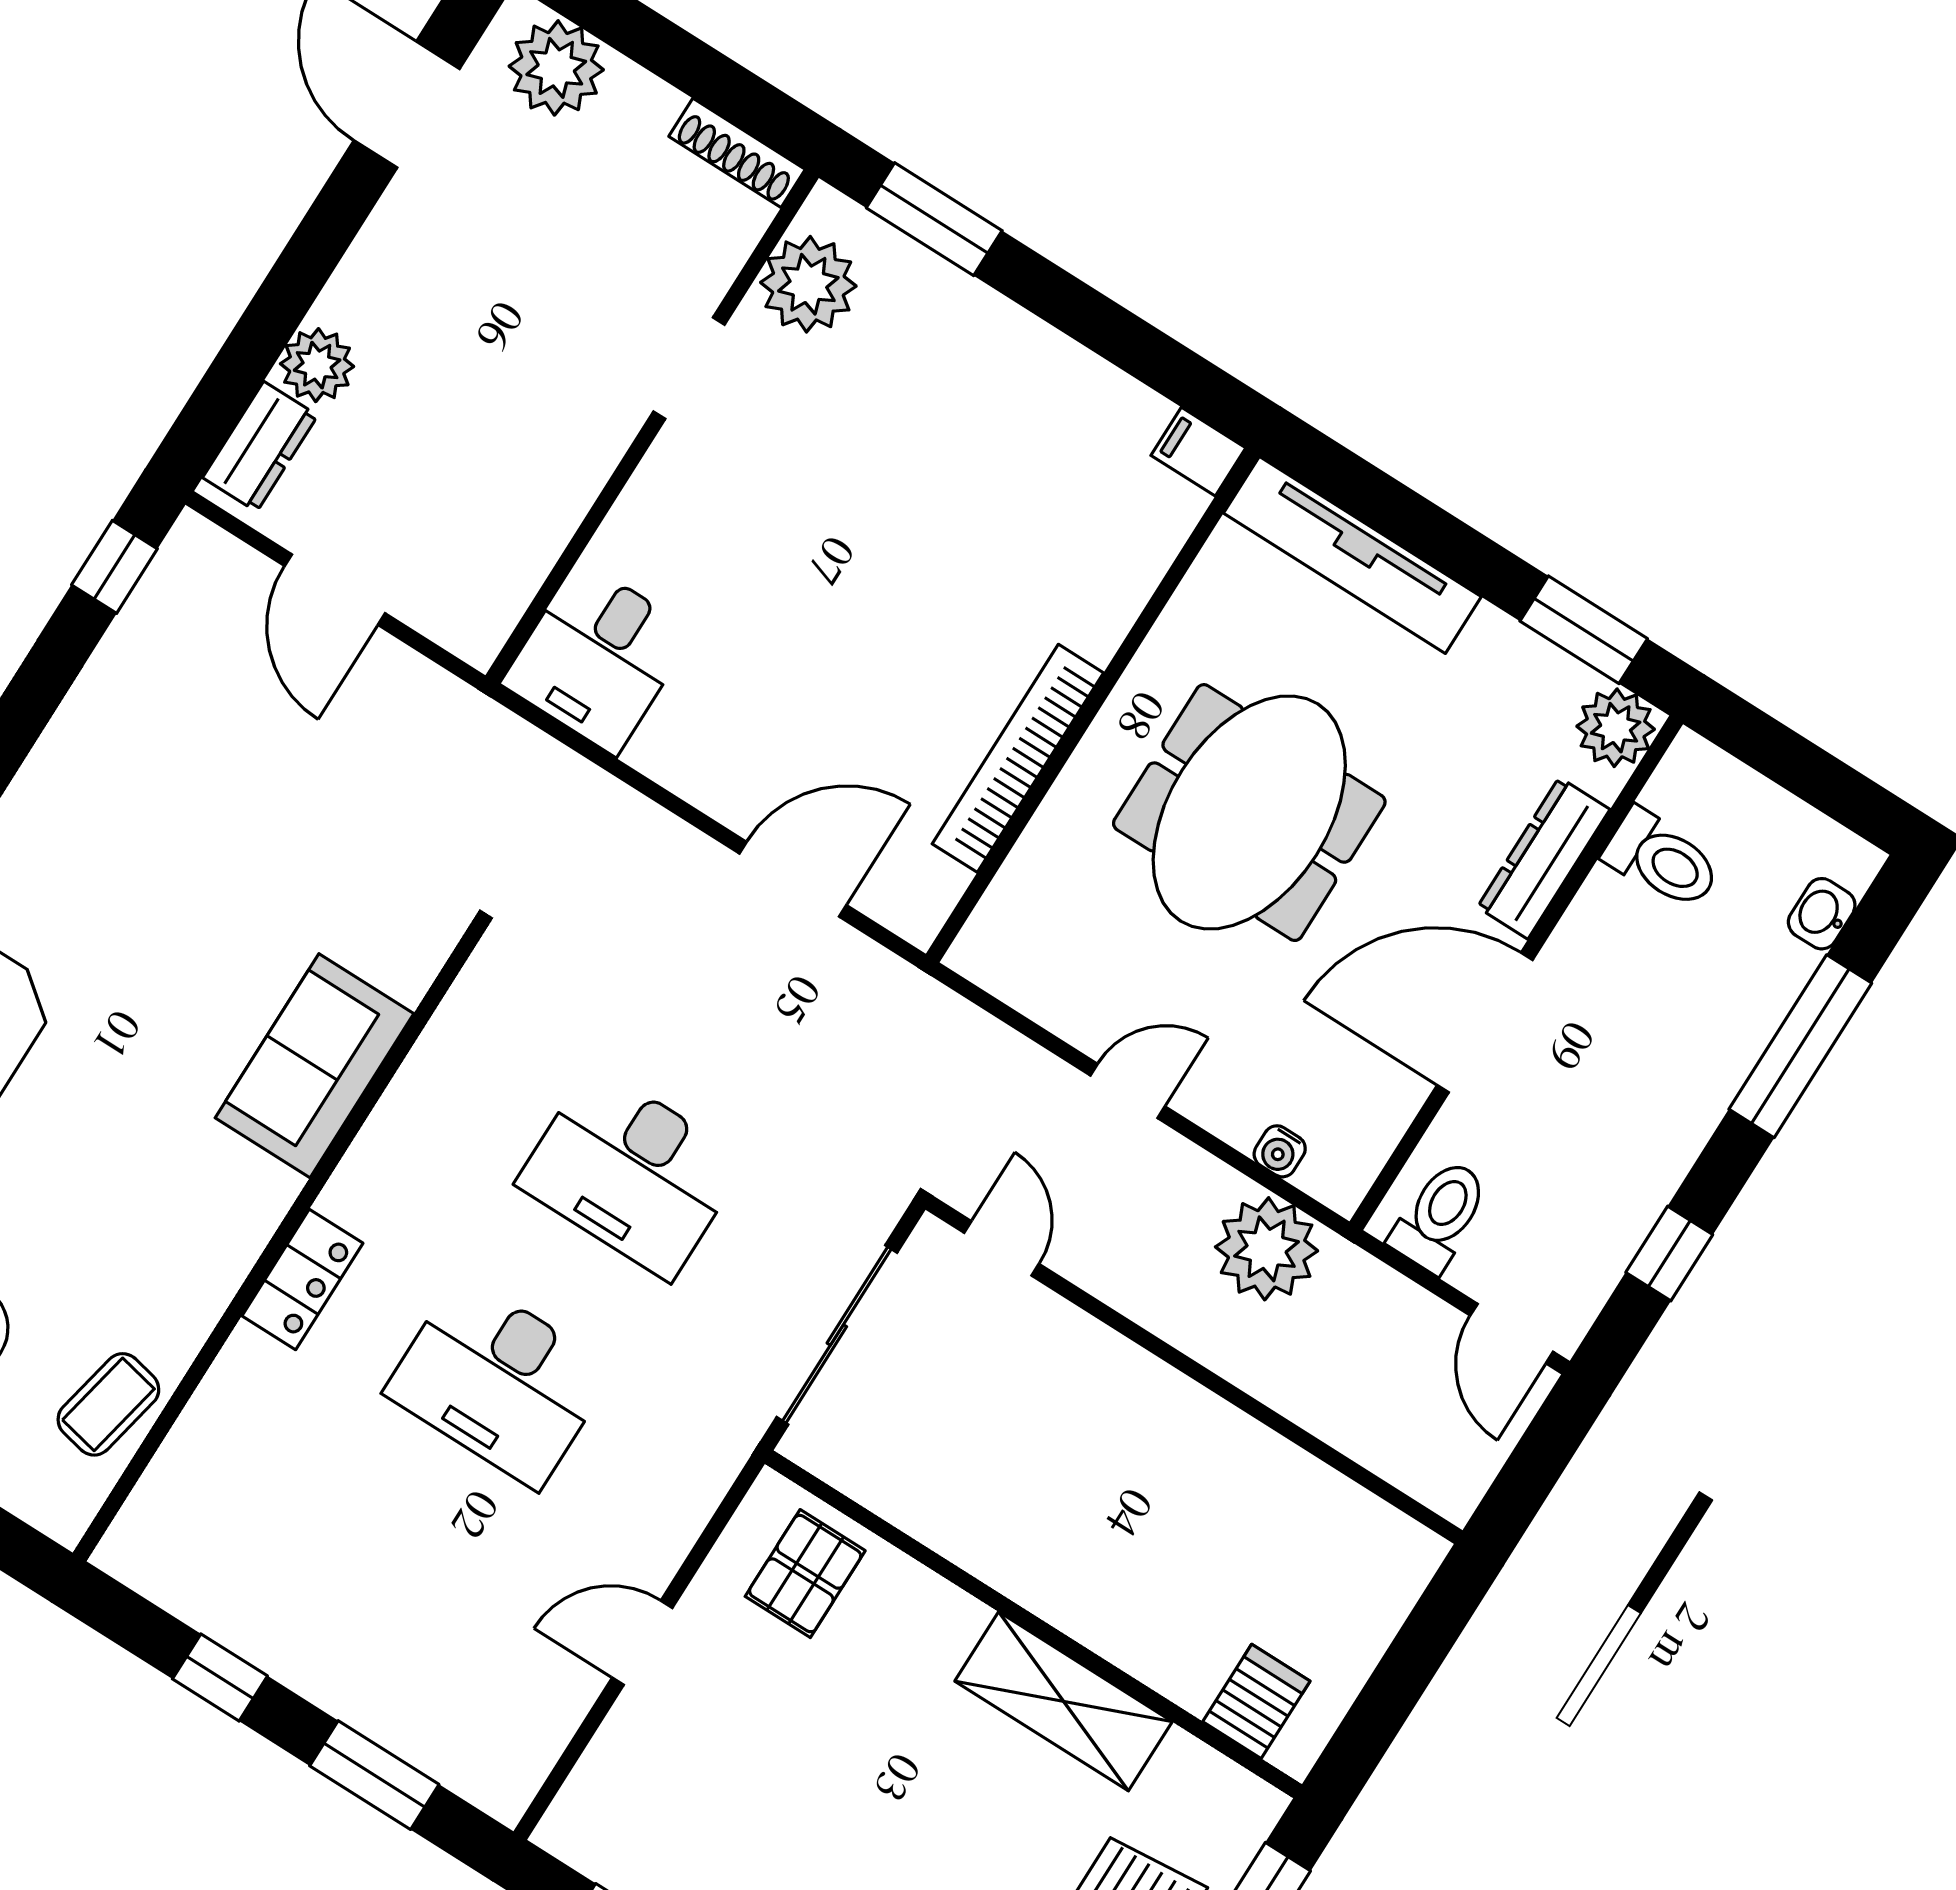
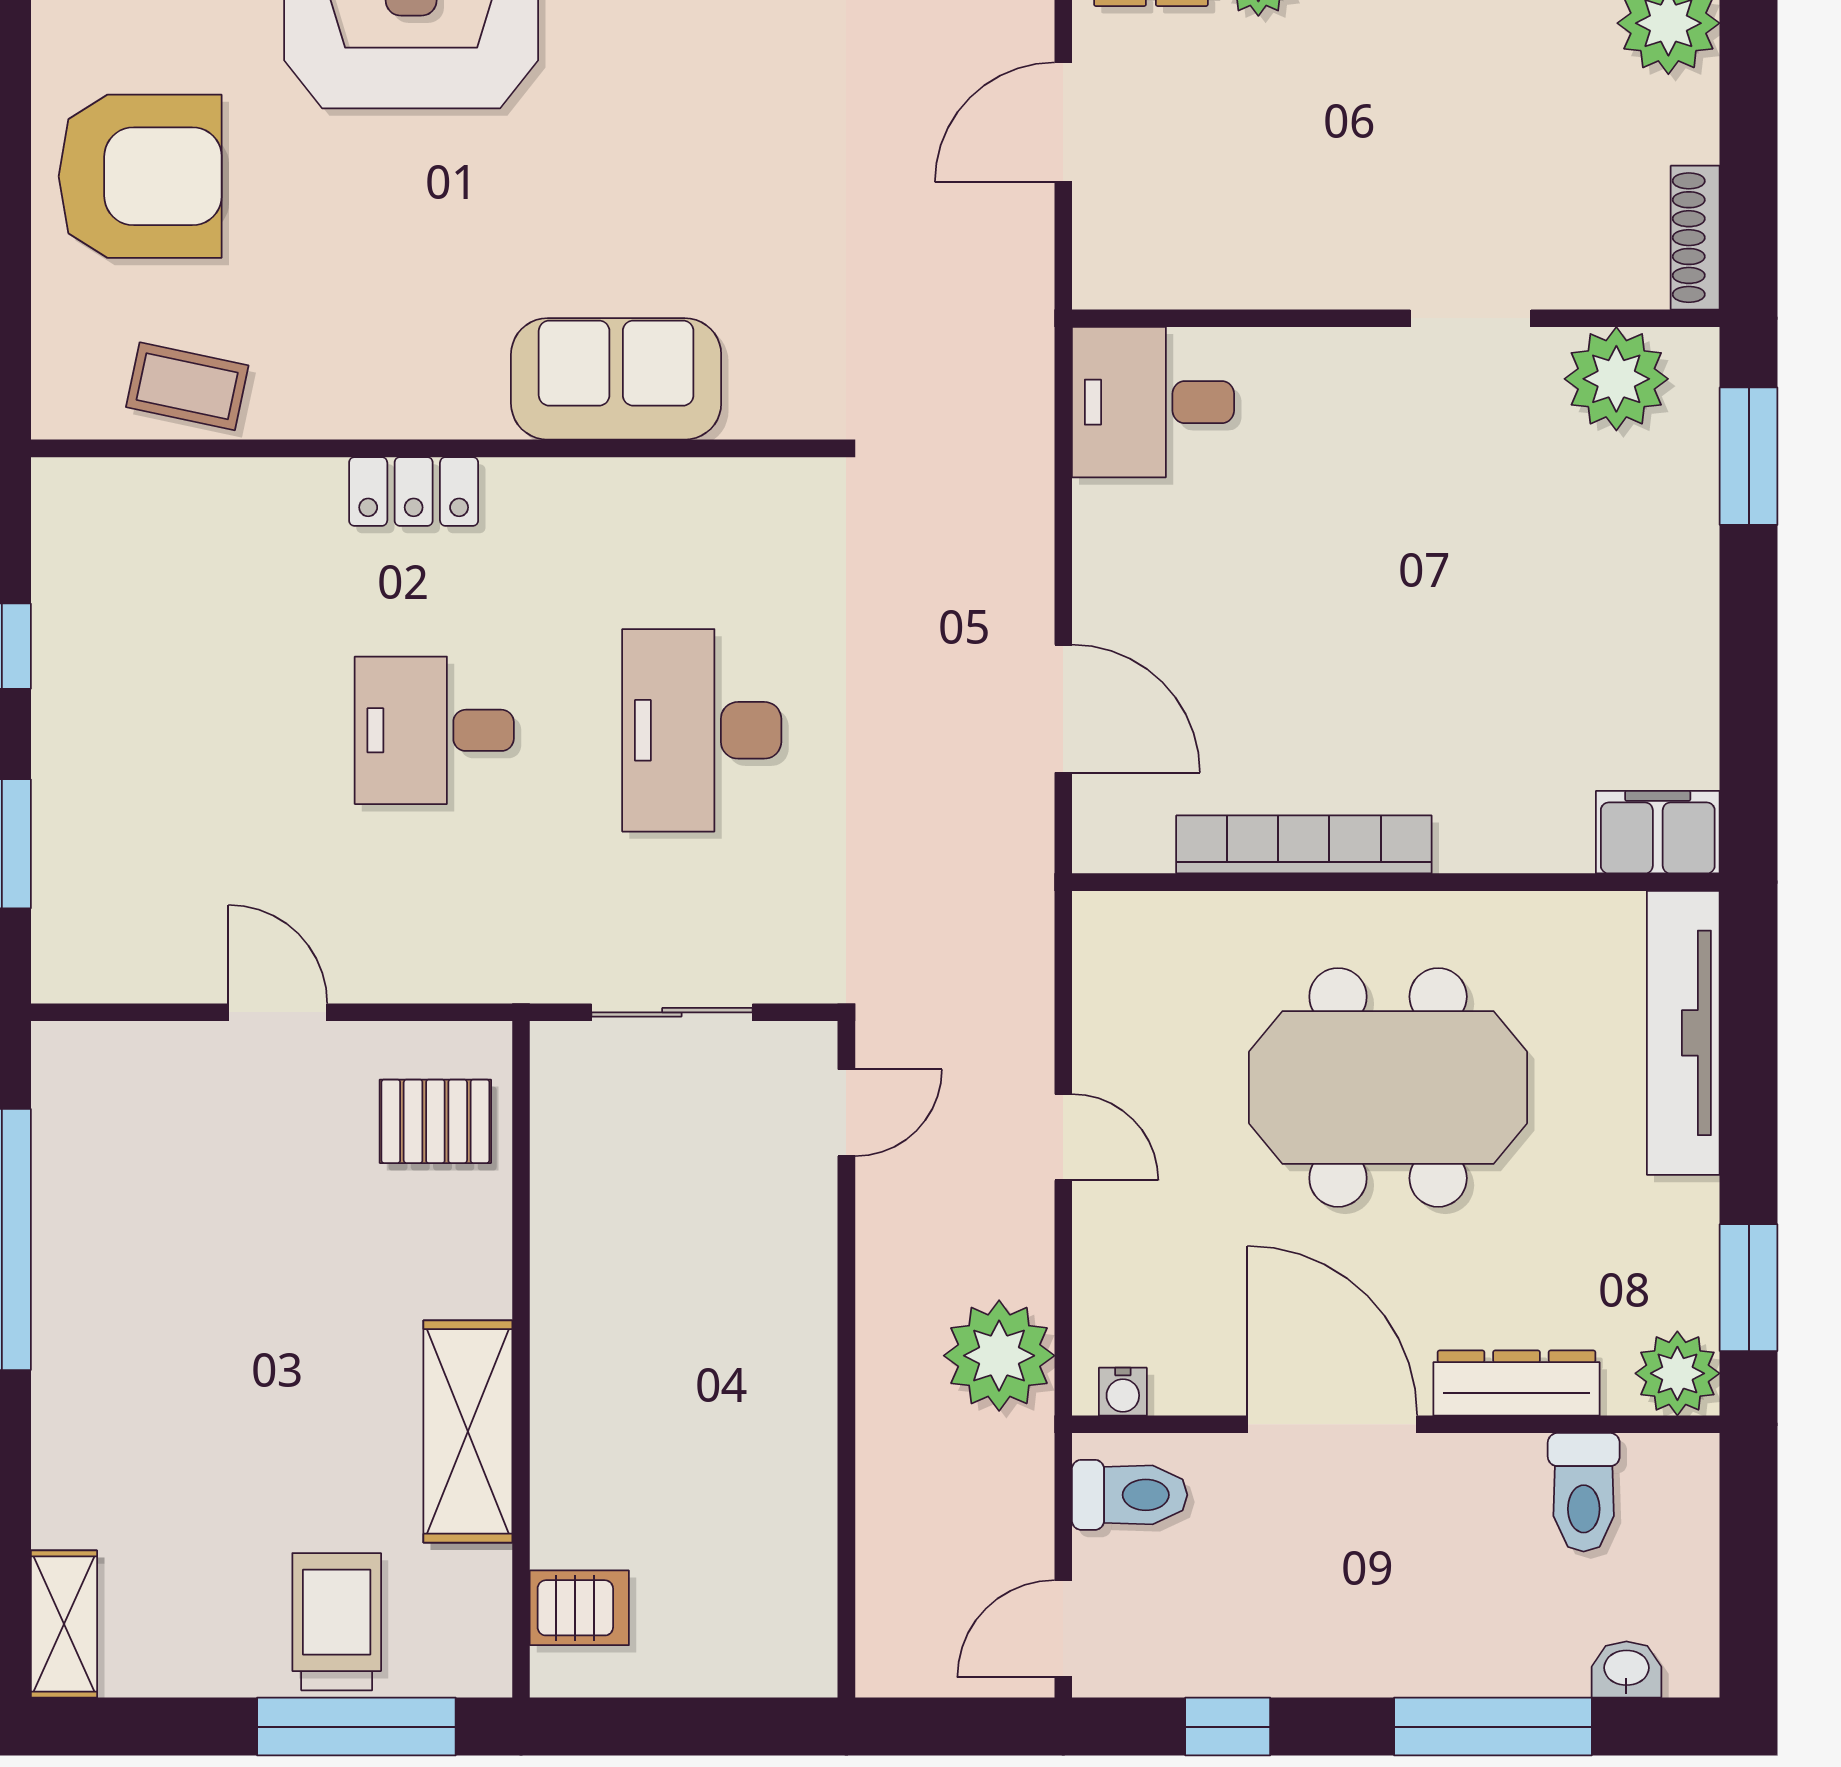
filing cabinet: (1198, 452) -> (1658, 832), width x2.00
water cooler: (1280, 1151) -> (1123, 1392), moved, turned -90
sliding door: (837, 1335) -> (672, 1012), width x0.73
desk: (499, 1381) -> (434, 730), width x0.73

